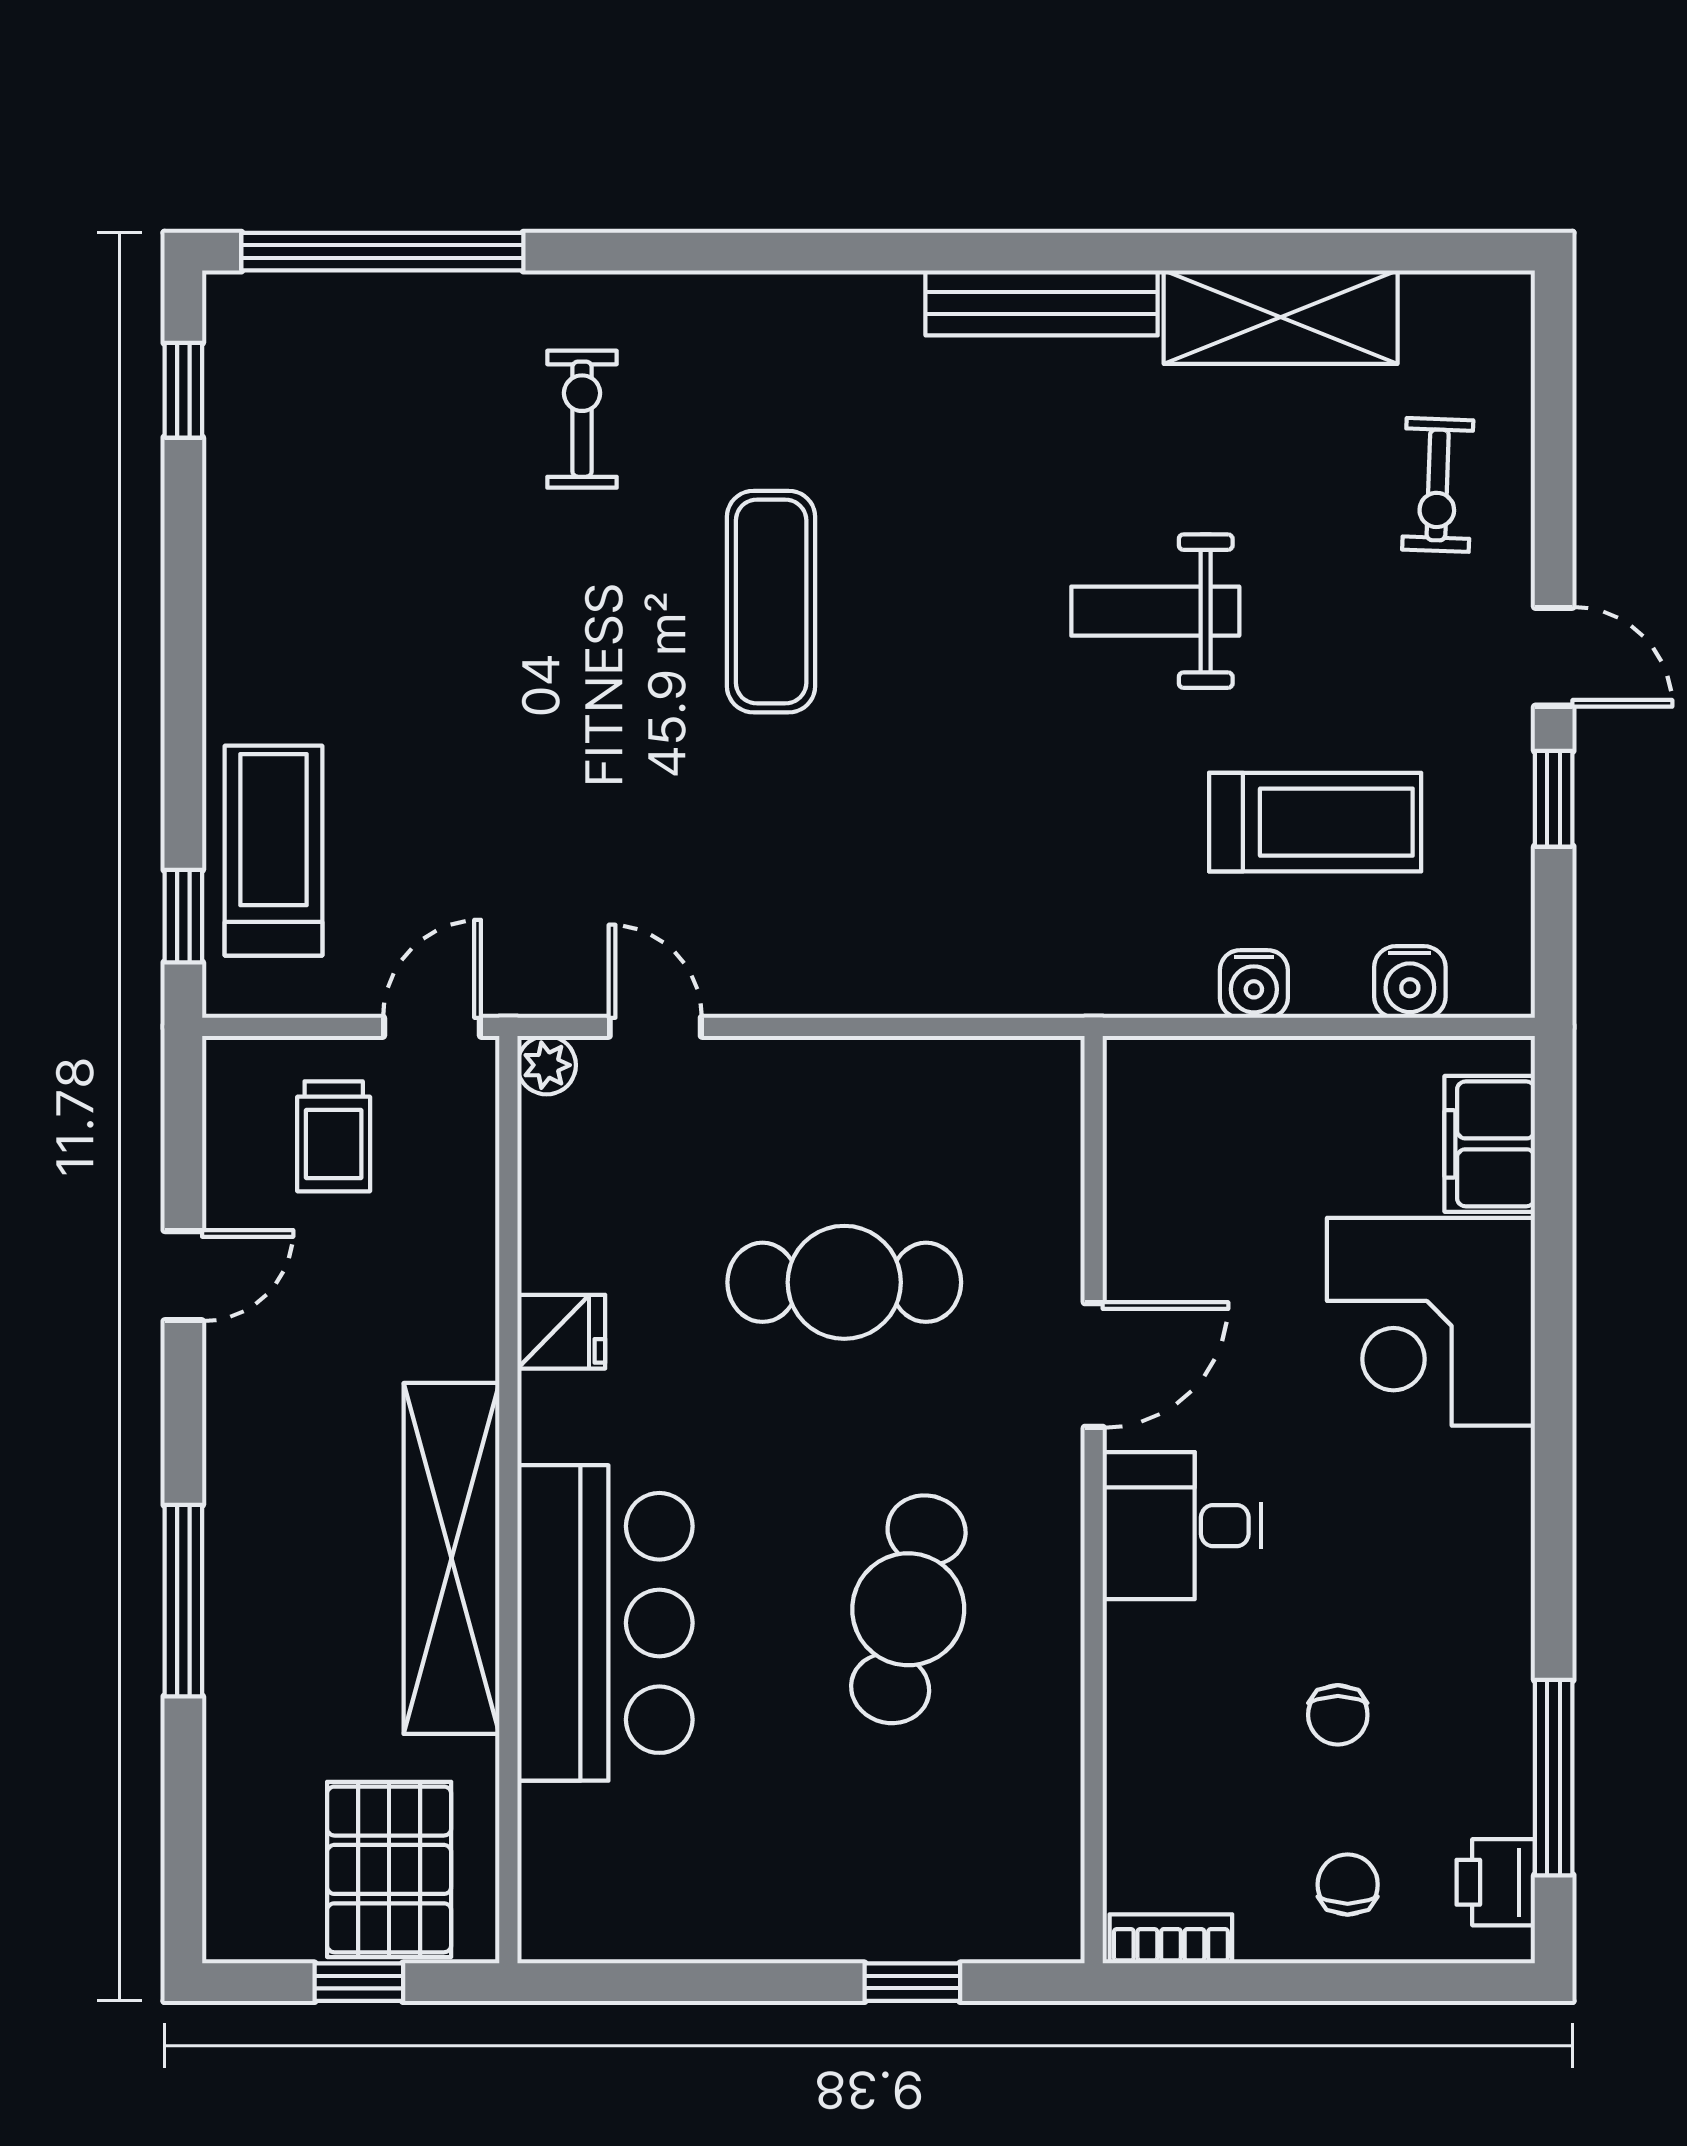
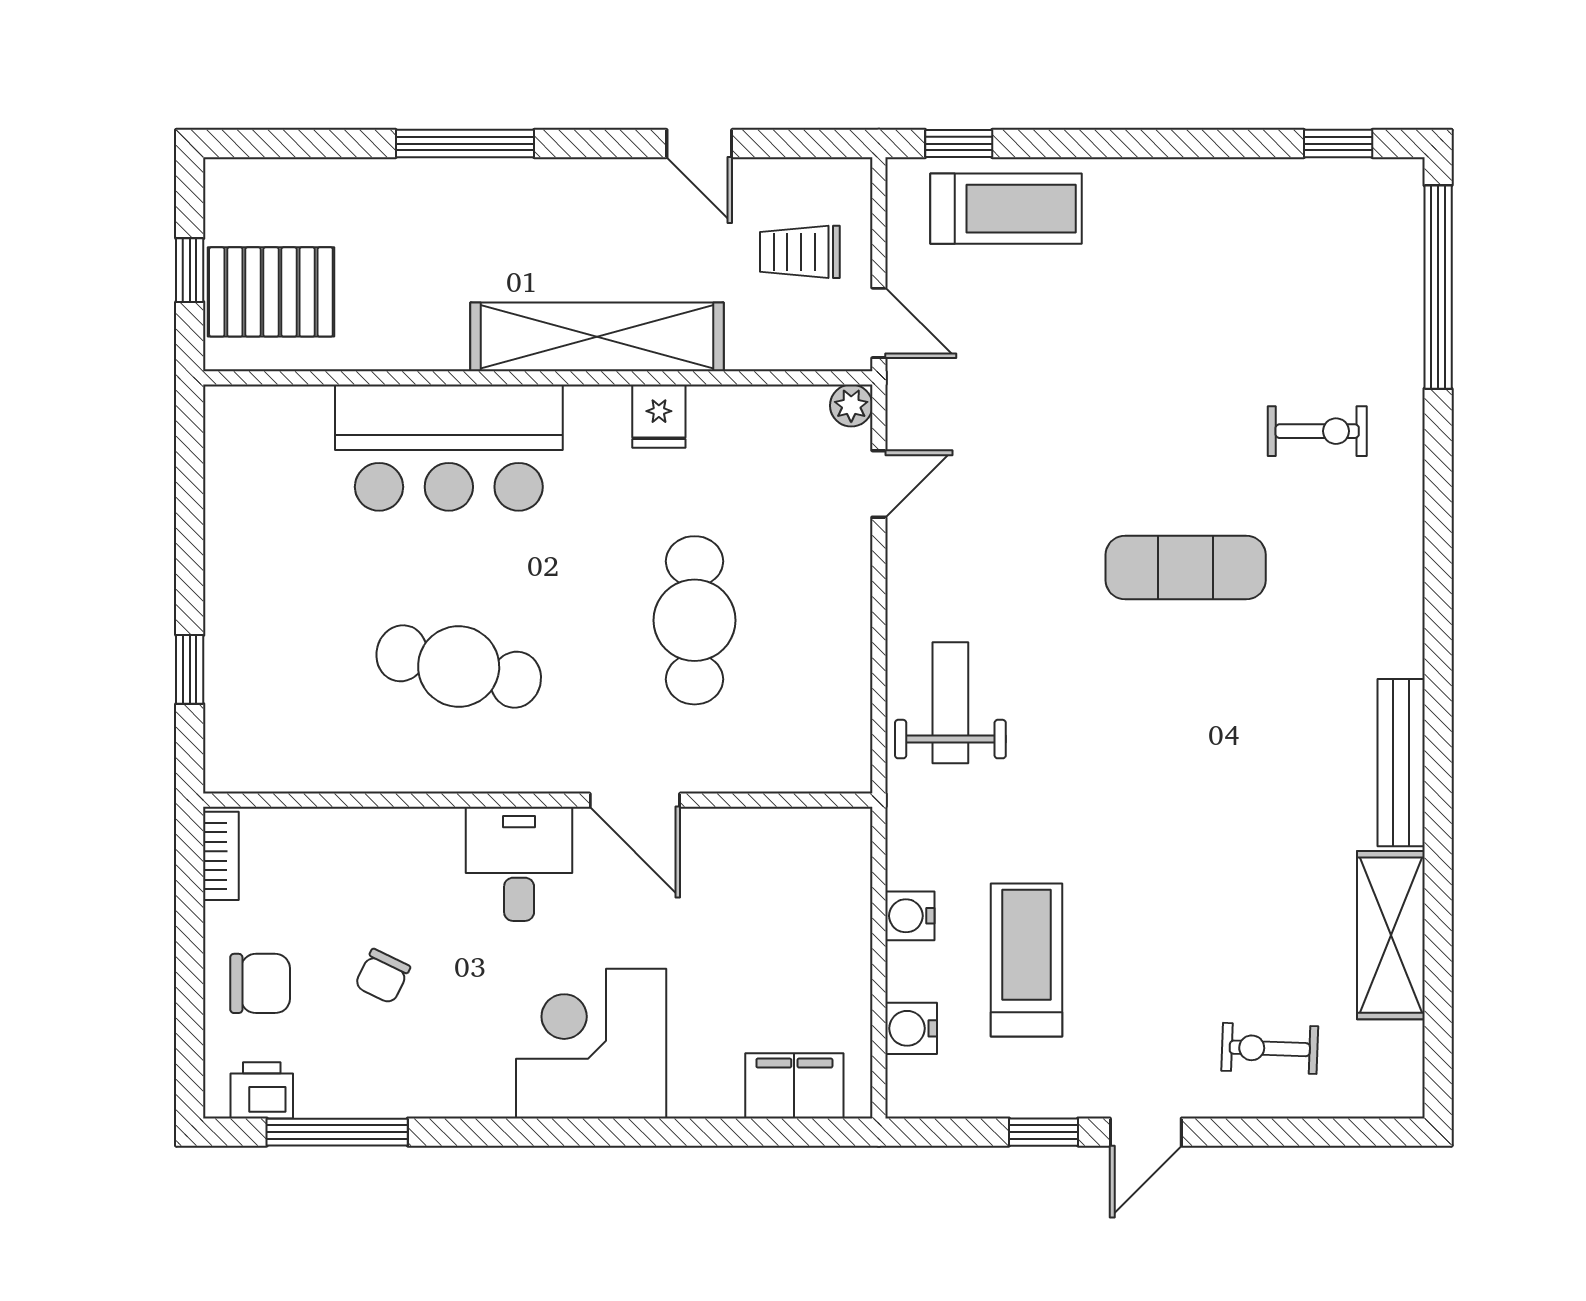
weight bench: (1155, 611) -> (950, 703), moved
treadmill: (1315, 822) -> (1027, 960), turned 180
corner desk: (1431, 1322) -> (591, 1044), moved
shelving: (451, 1558) -> (597, 337), moved
chair: (1338, 1715) -> (382, 976), turned -64
chair: (1348, 1885) -> (260, 983), width x1.37, depth x1.37

